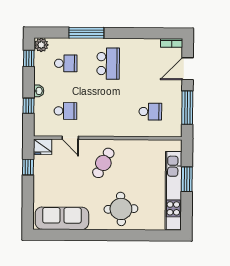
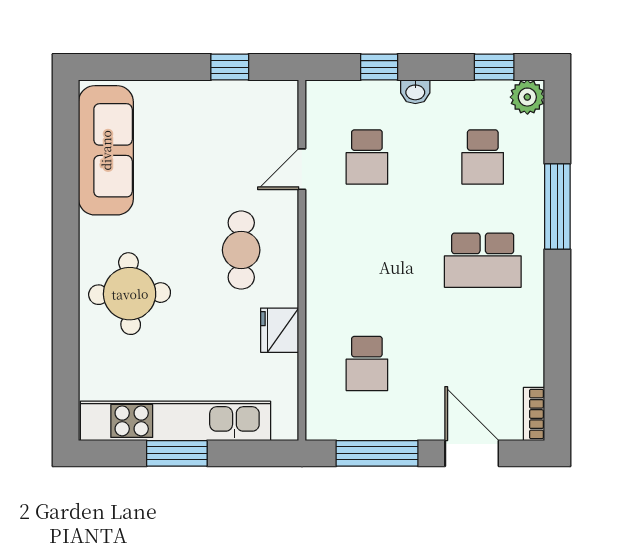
fridge: (43, 147) -> (280, 330), moved
cafe table: (103, 163) -> (241, 250), turned 62
window: (187, 179) -> (177, 453), moved

